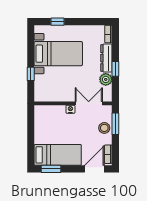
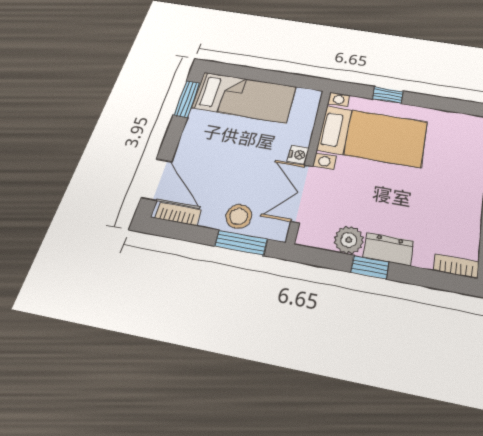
bed with nightstands: (58, 54) -> (372, 136), moved, turned -90
dresser: (106, 58) -> (389, 249), width x0.70
double door: (89, 103) -> (302, 193), swing flipped
bed: (58, 155) -> (244, 97), moved, turned -90

